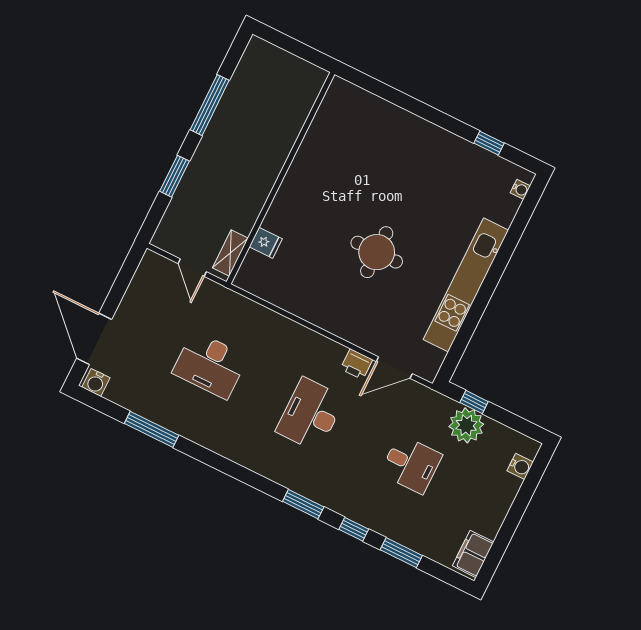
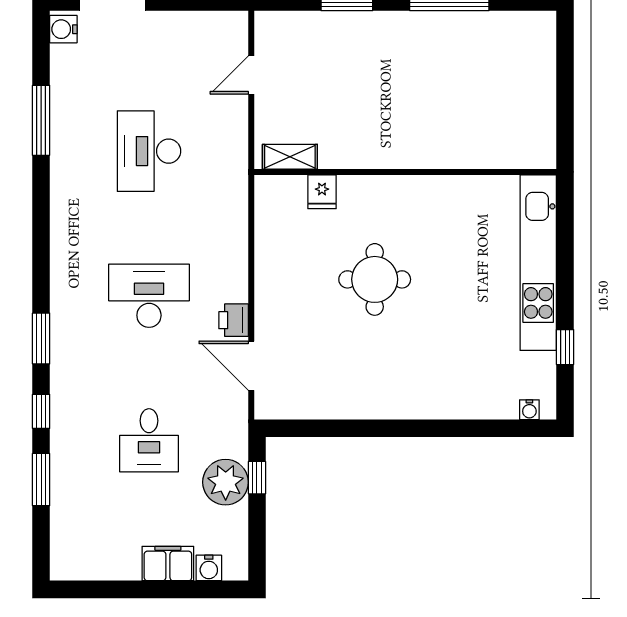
wall: (280, 178) -> (405, 172), moved
fridge: (266, 243) -> (322, 192), moved
shelving: (230, 253) -> (290, 157), moved
kitchen unit: (466, 285) -> (538, 263), moved, turned -90
filing cabinet: (473, 554) -> (168, 564), moved

